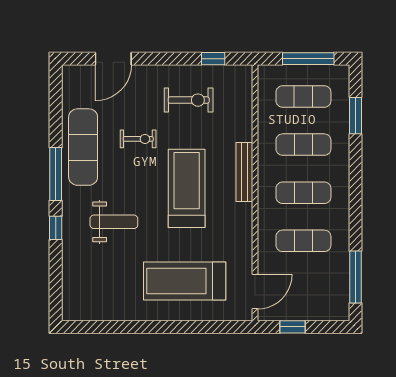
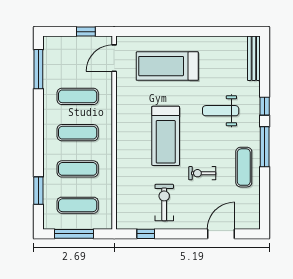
exercise bike: (189, 100) -> (164, 203), turned 90
exercise mat: (83, 147) -> (244, 167), width x0.73, depth x0.69
bench: (244, 172) -> (254, 58), moved
treadmill: (185, 281) -> (167, 66), turned 180

